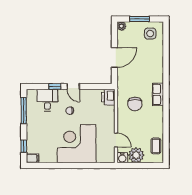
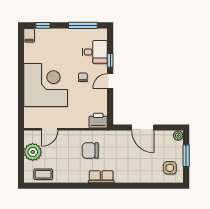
water cooler: (122, 158) -> (30, 136), removed

